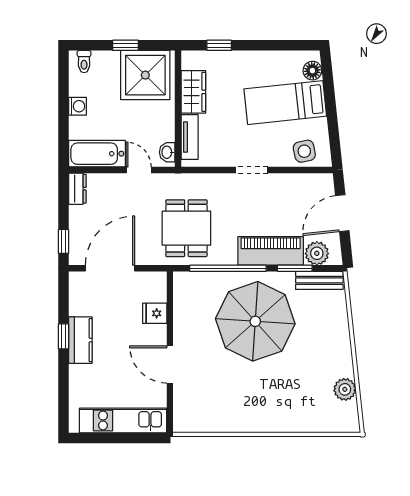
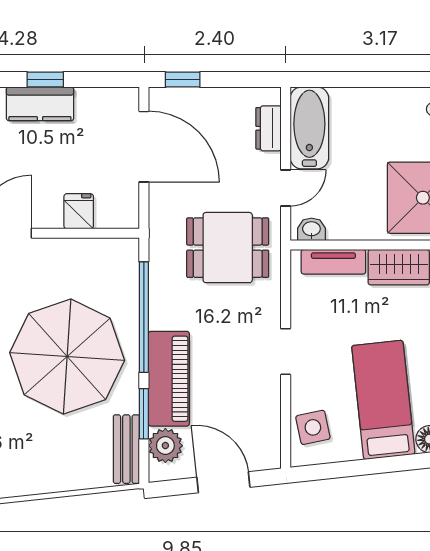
washing machine: (78, 106) -> (378, 100), removed
dresser: (77, 189) -> (269, 128), moved, turned 90
dining table: (186, 228) -> (228, 248), moved

